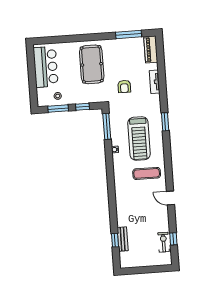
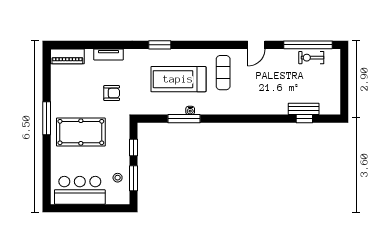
window: (129, 34) -> (47, 118), moved
window: (107, 126) -> (184, 119), moved
treadmill: (139, 138) -> (178, 79), turned 180
window: (173, 239) -> (308, 45), width x3.17

